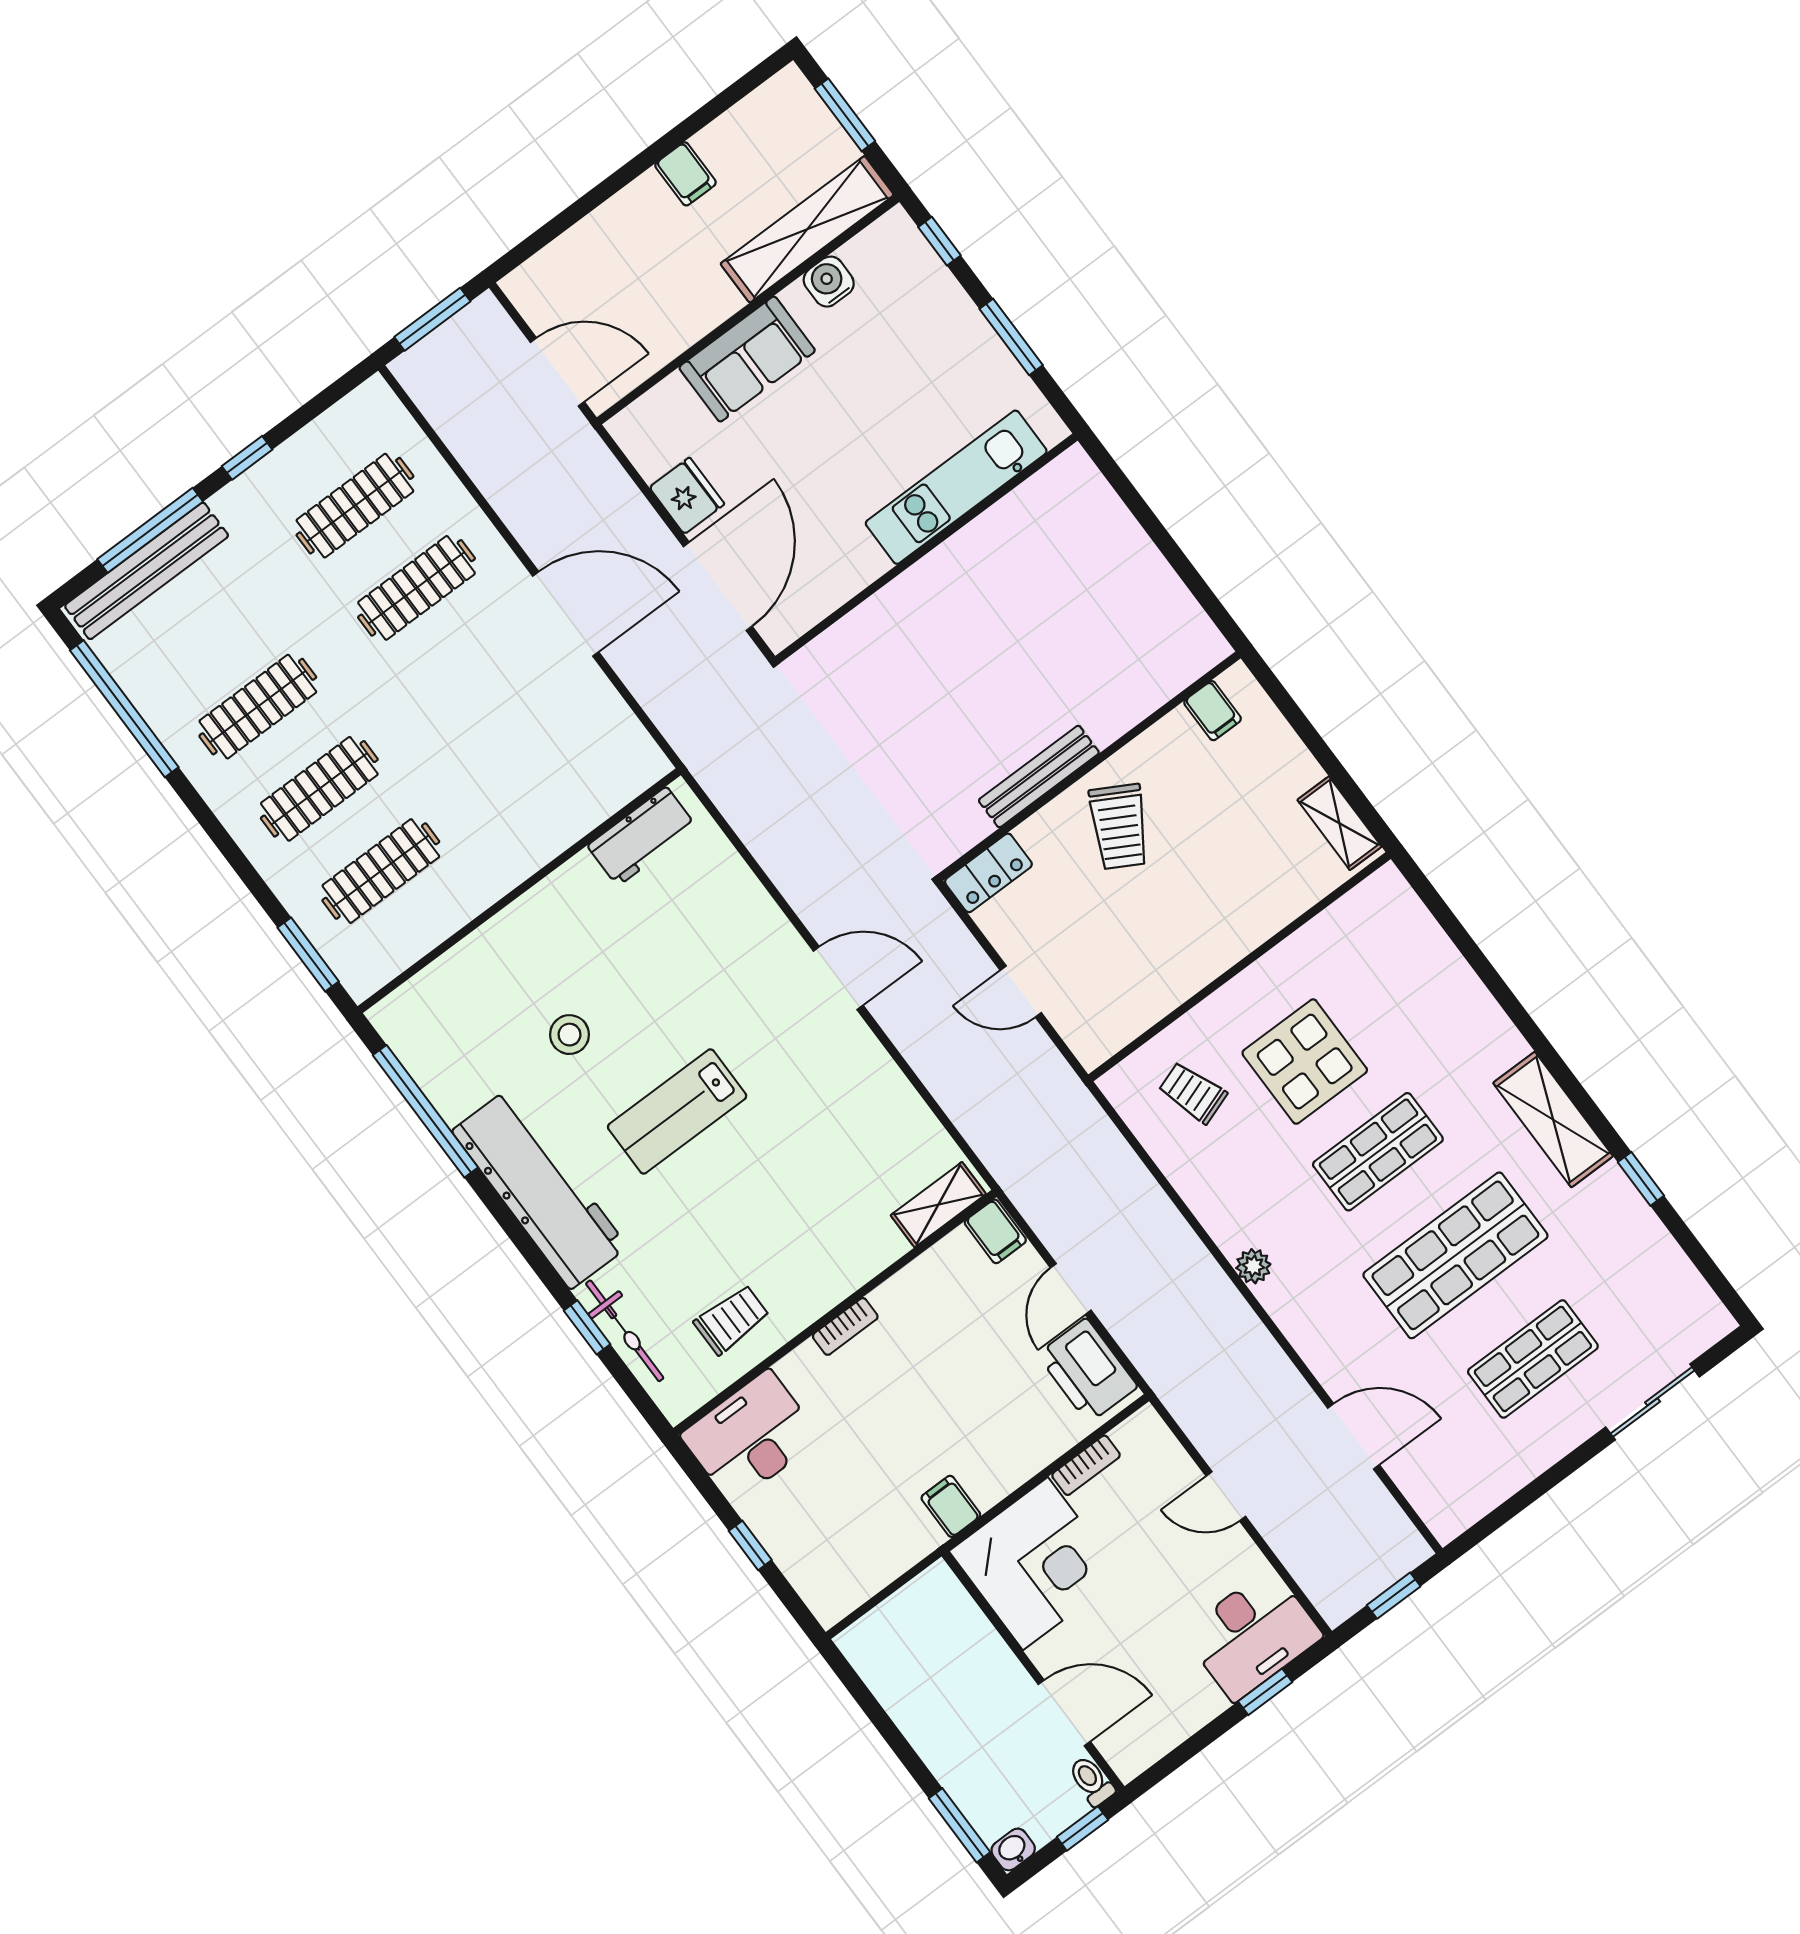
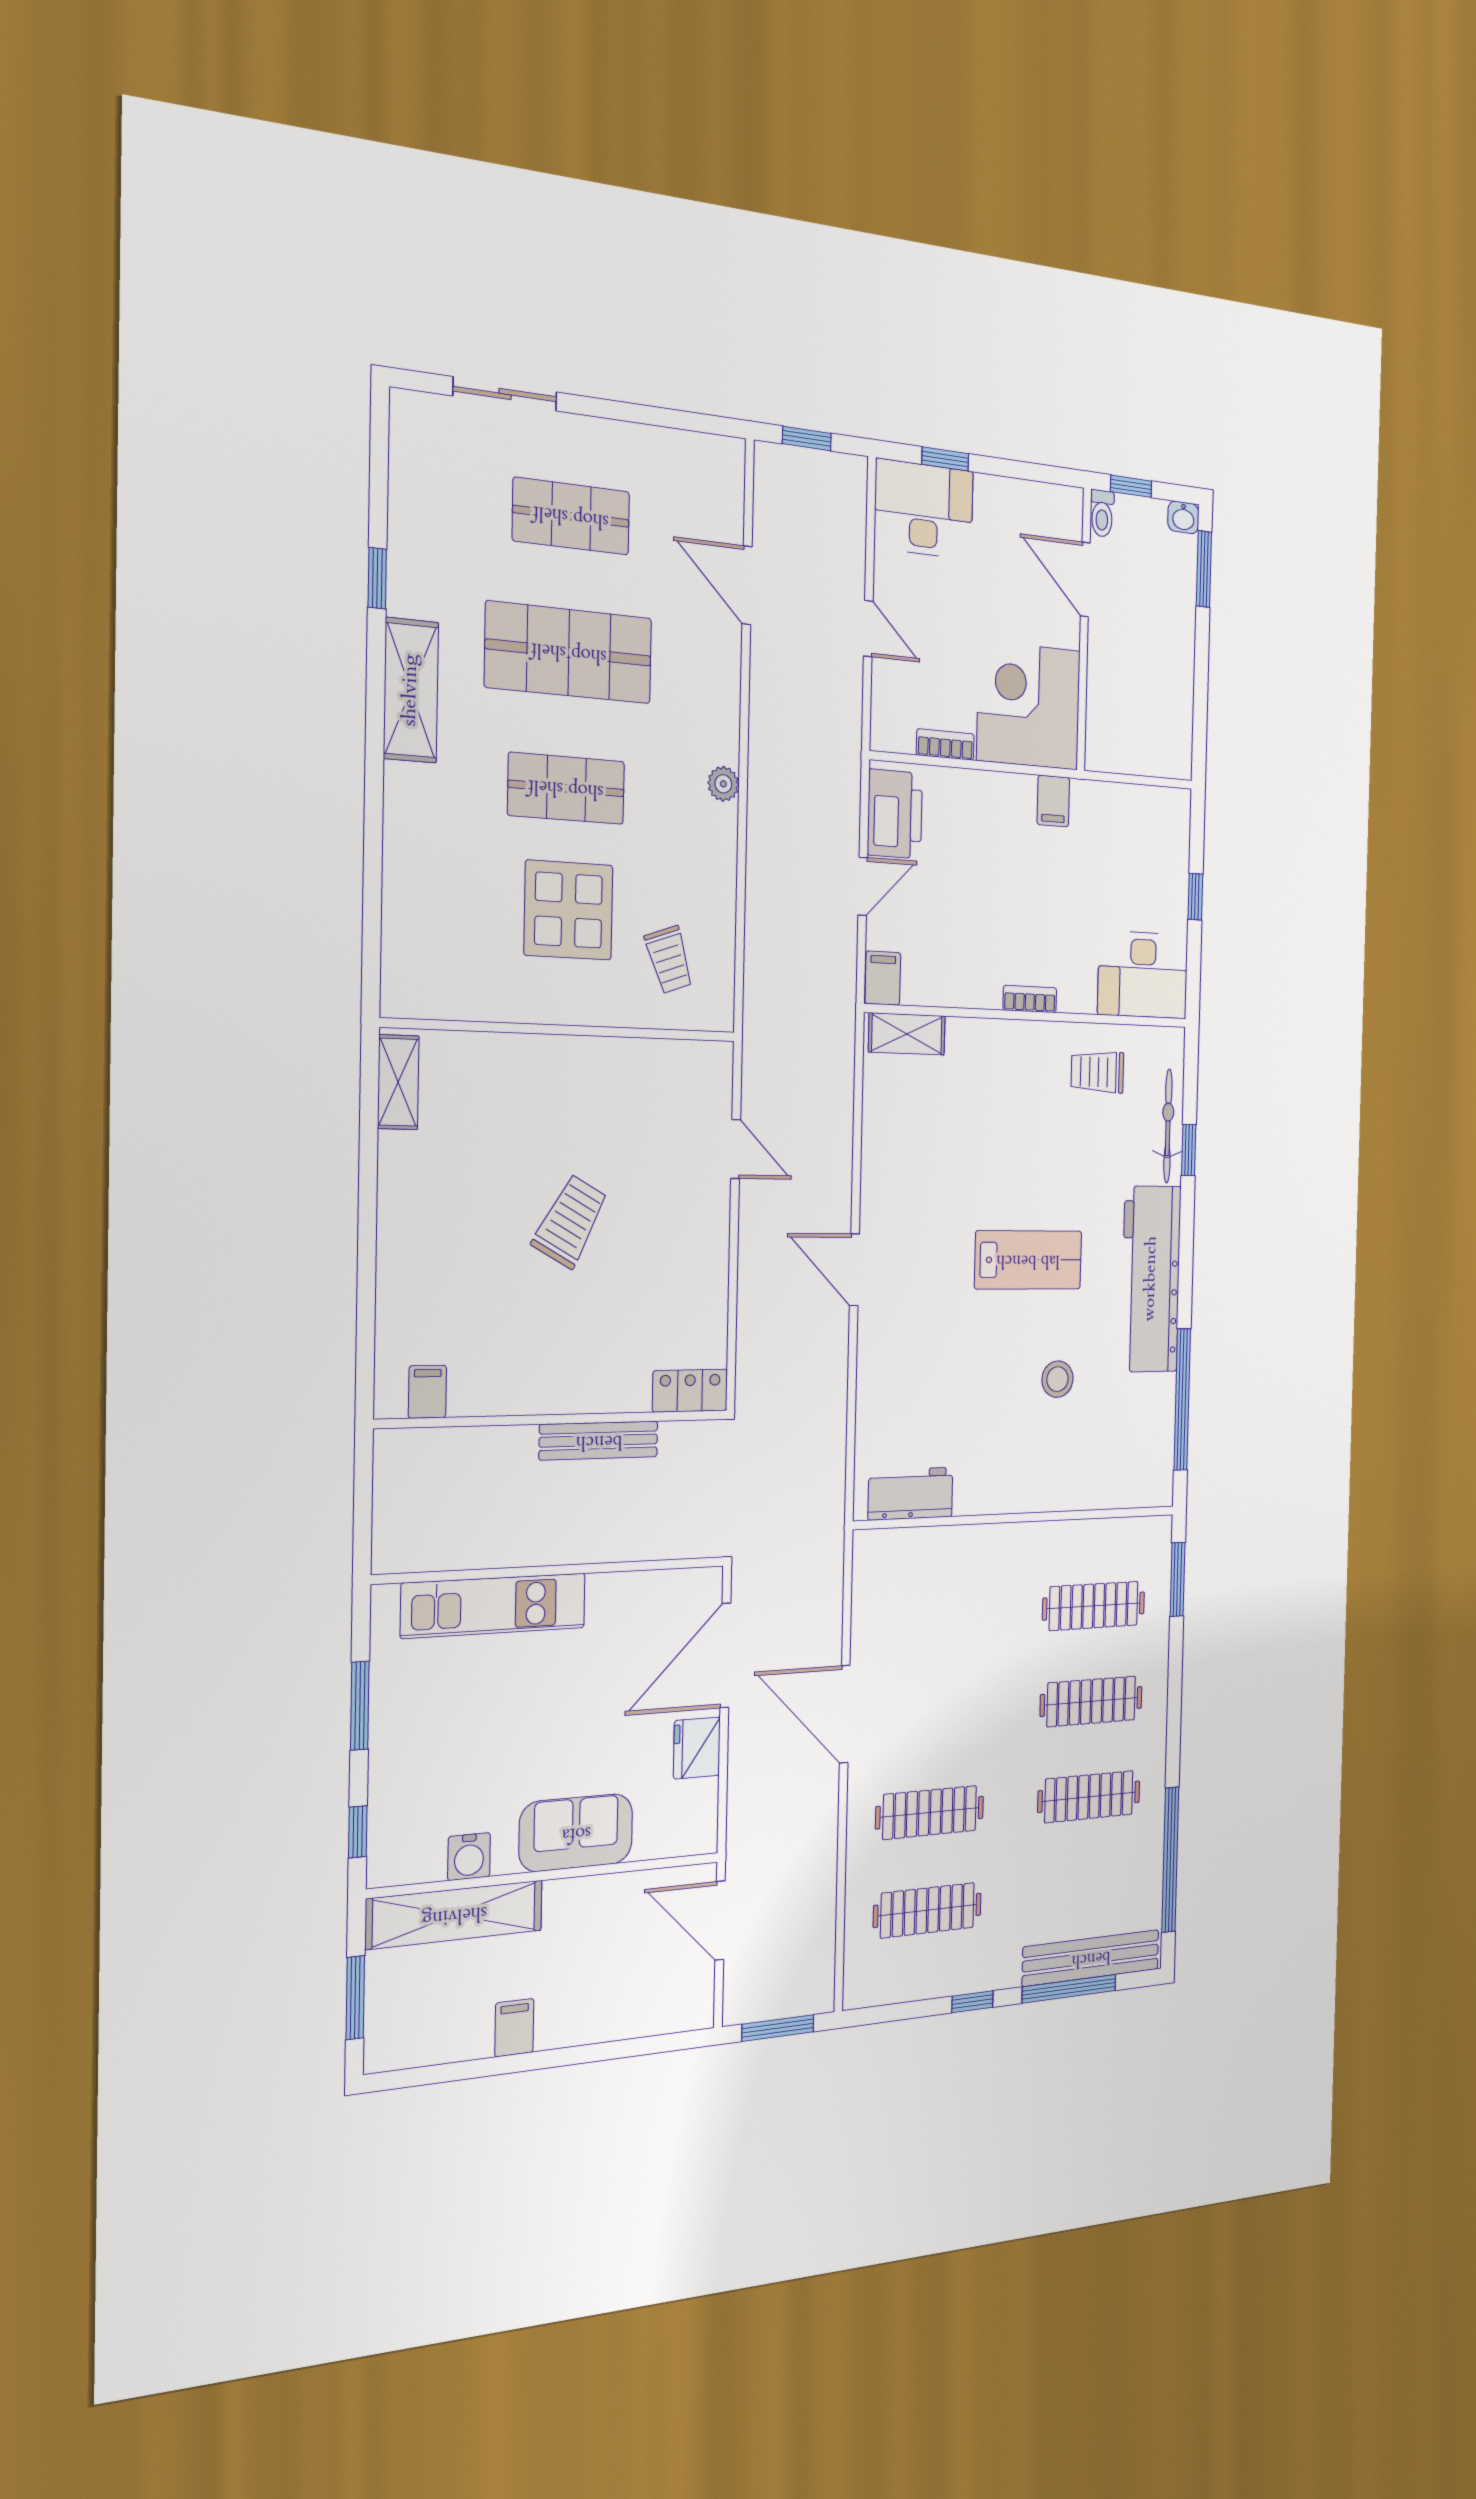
filing cabinet: (1213, 711) -> (427, 1392), moved
wall: (1089, 766) -> (555, 1419), moved
bench: (1039, 777) -> (599, 1441), moved
locker: (988, 873) -> (690, 1391), moved

